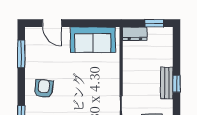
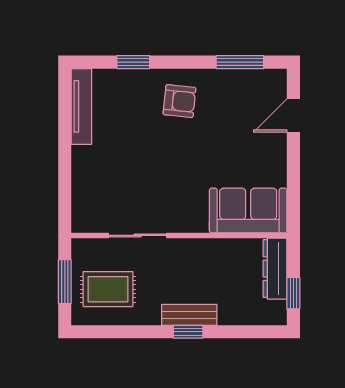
dresser: (135, 34) -> (275, 269), width x1.44
sofa: (93, 40) -> (248, 211), moved, turned 90

